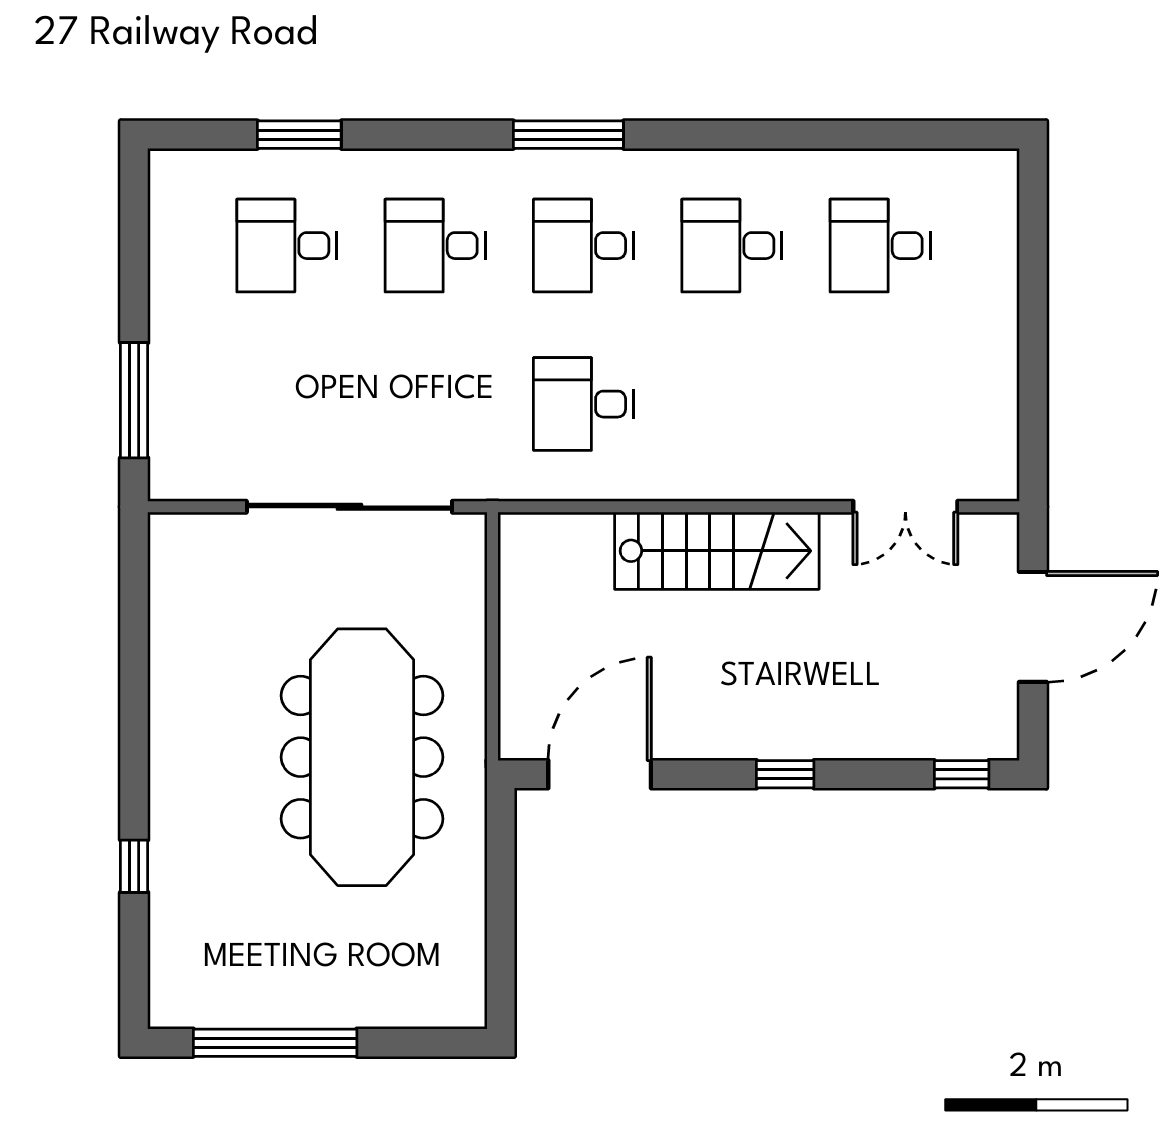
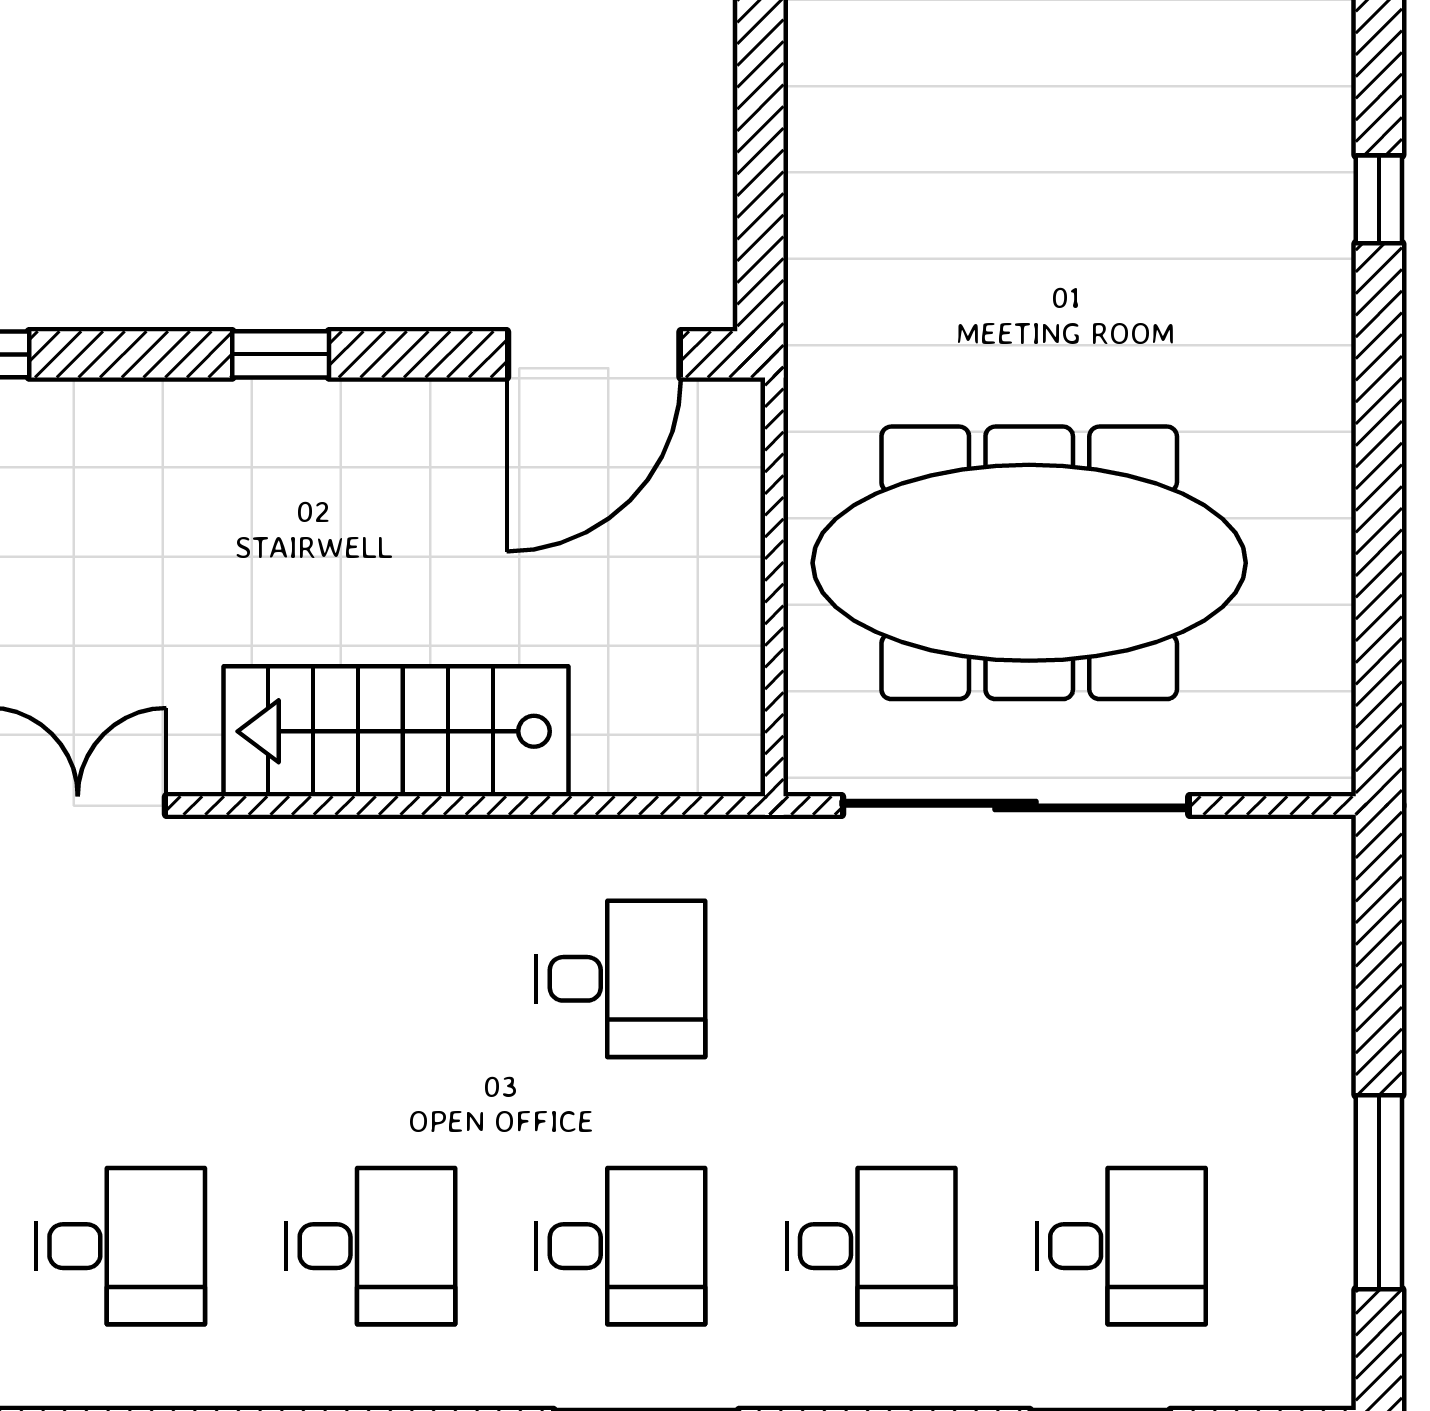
window: (134, 400) -> (1379, 1192), moved
meeting table: (362, 757) -> (1029, 563), moved, turned 90

